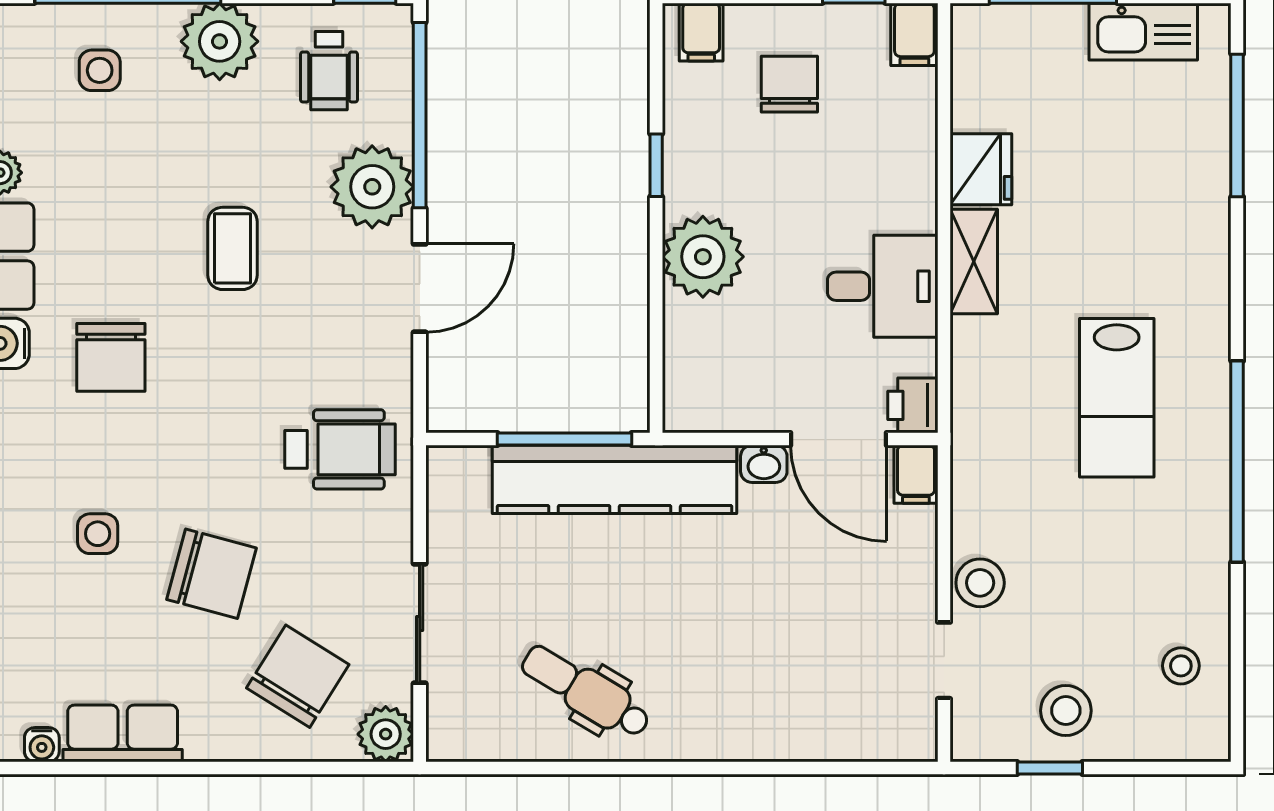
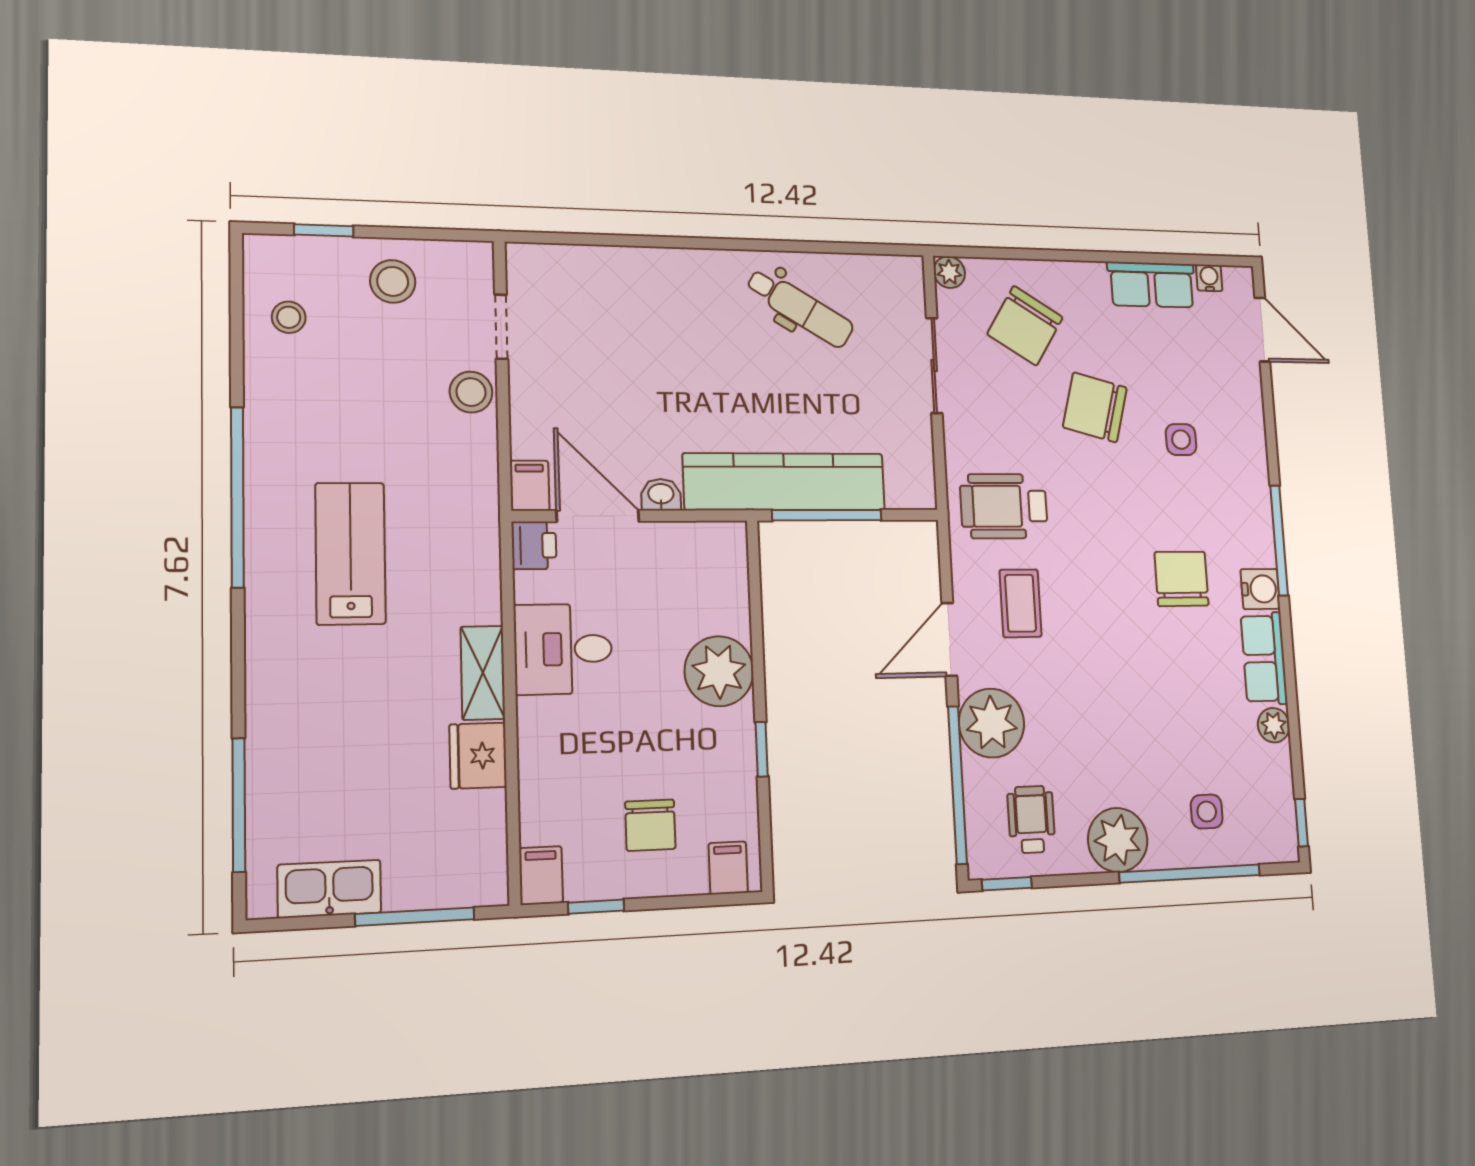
coffee table: (233, 248) -> (1021, 603), moved
plant: (386, 734) -> (949, 272), width x0.73, depth x0.73
window: (1050, 768) -> (324, 230), moved

